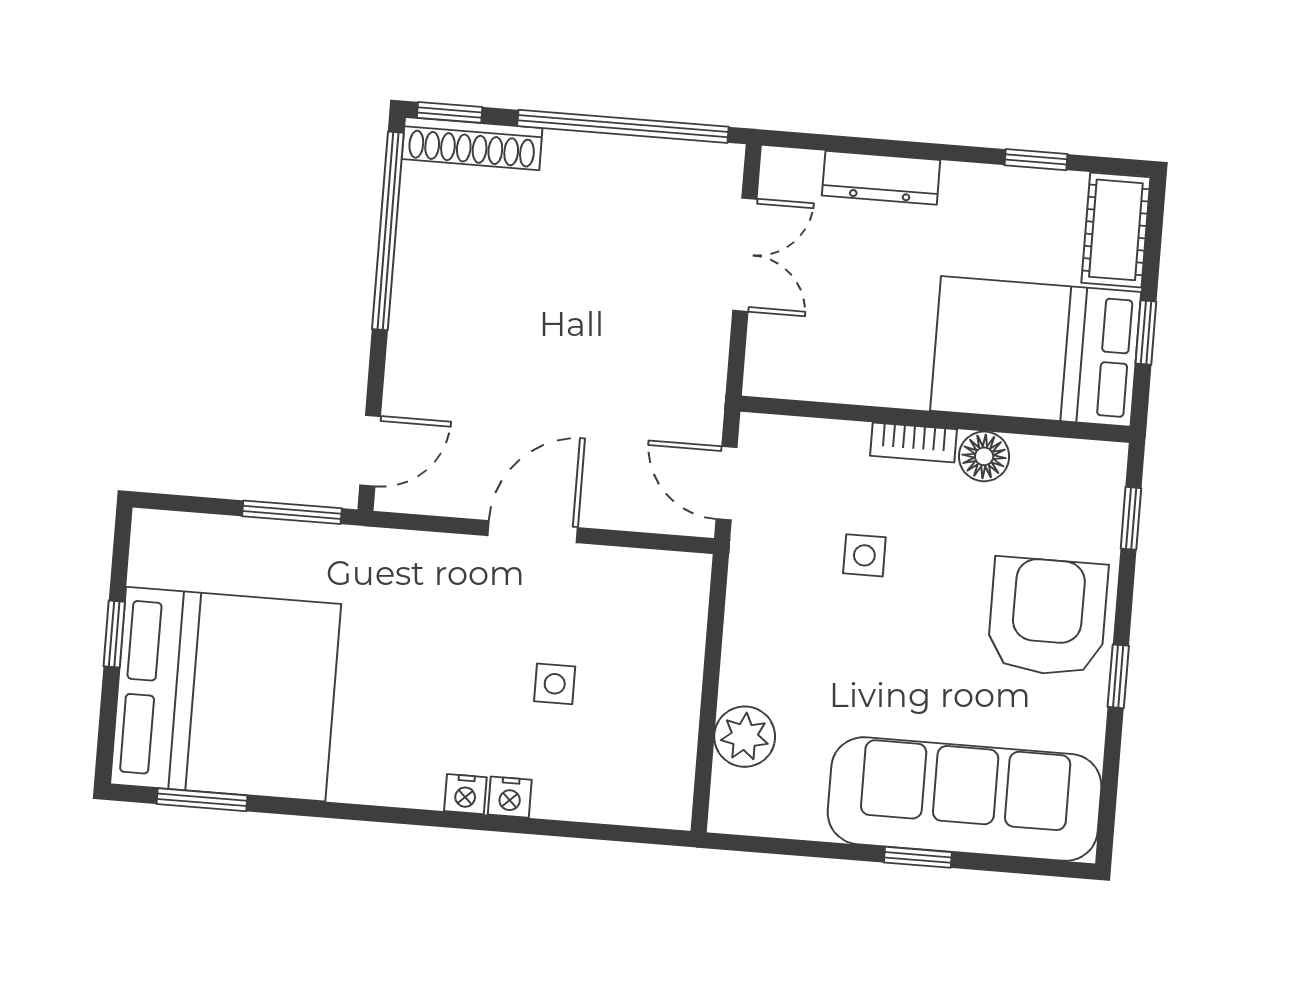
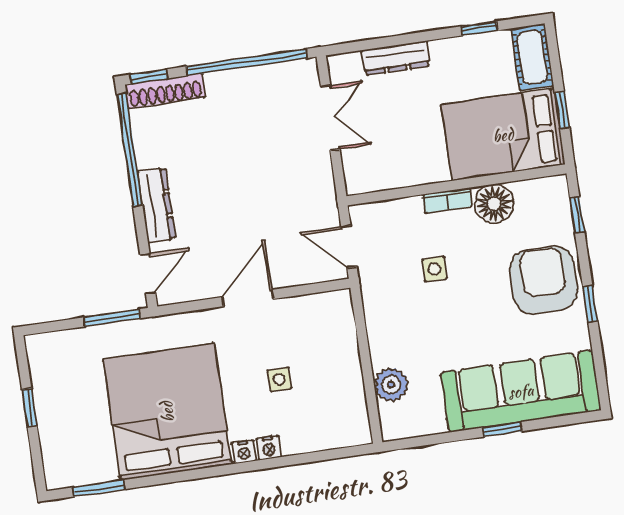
dresser: (412, 336) -> (157, 205), added
floor lamp: (984, 456) -> (494, 204), width x1.38, depth x1.38
bed: (226, 694) -> (167, 412), moved, turned -90

